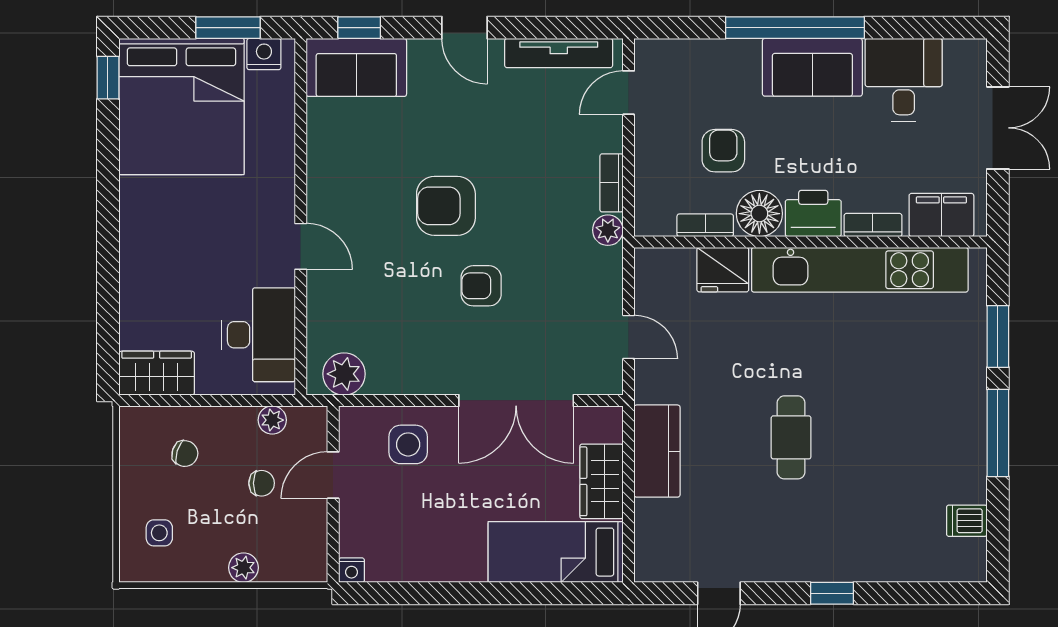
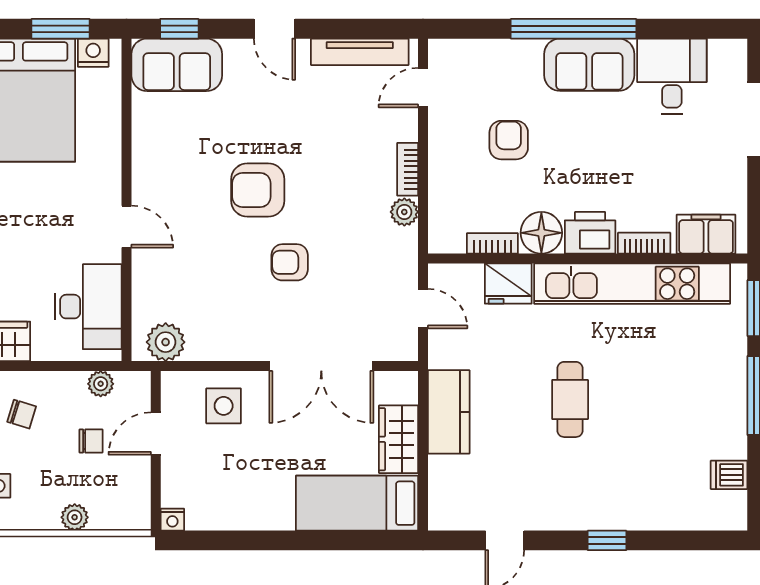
printer: (813, 213) -> (590, 233), moved
floor lamp: (759, 214) -> (541, 233), moved
filing cabinet: (941, 215) -> (706, 234), moved
bookcase: (705, 225) -> (492, 243), moved
bookcase: (873, 225) -> (644, 243), moved
wall: (810, 242) -> (588, 259), moved
fridge: (723, 270) -> (508, 284), moved
kitchen unit: (860, 270) -> (632, 284), moved

